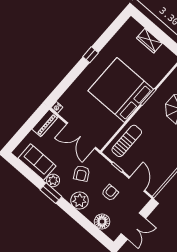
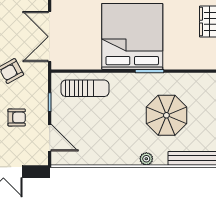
door: (137, 184) -> (50, 138), hinge flipped

